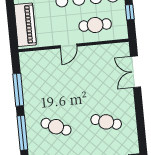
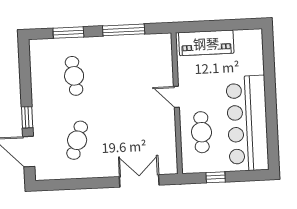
cafe table: (56, 127) -> (74, 76), turned -30
window: (22, 133) -> (68, 33), width x0.69

